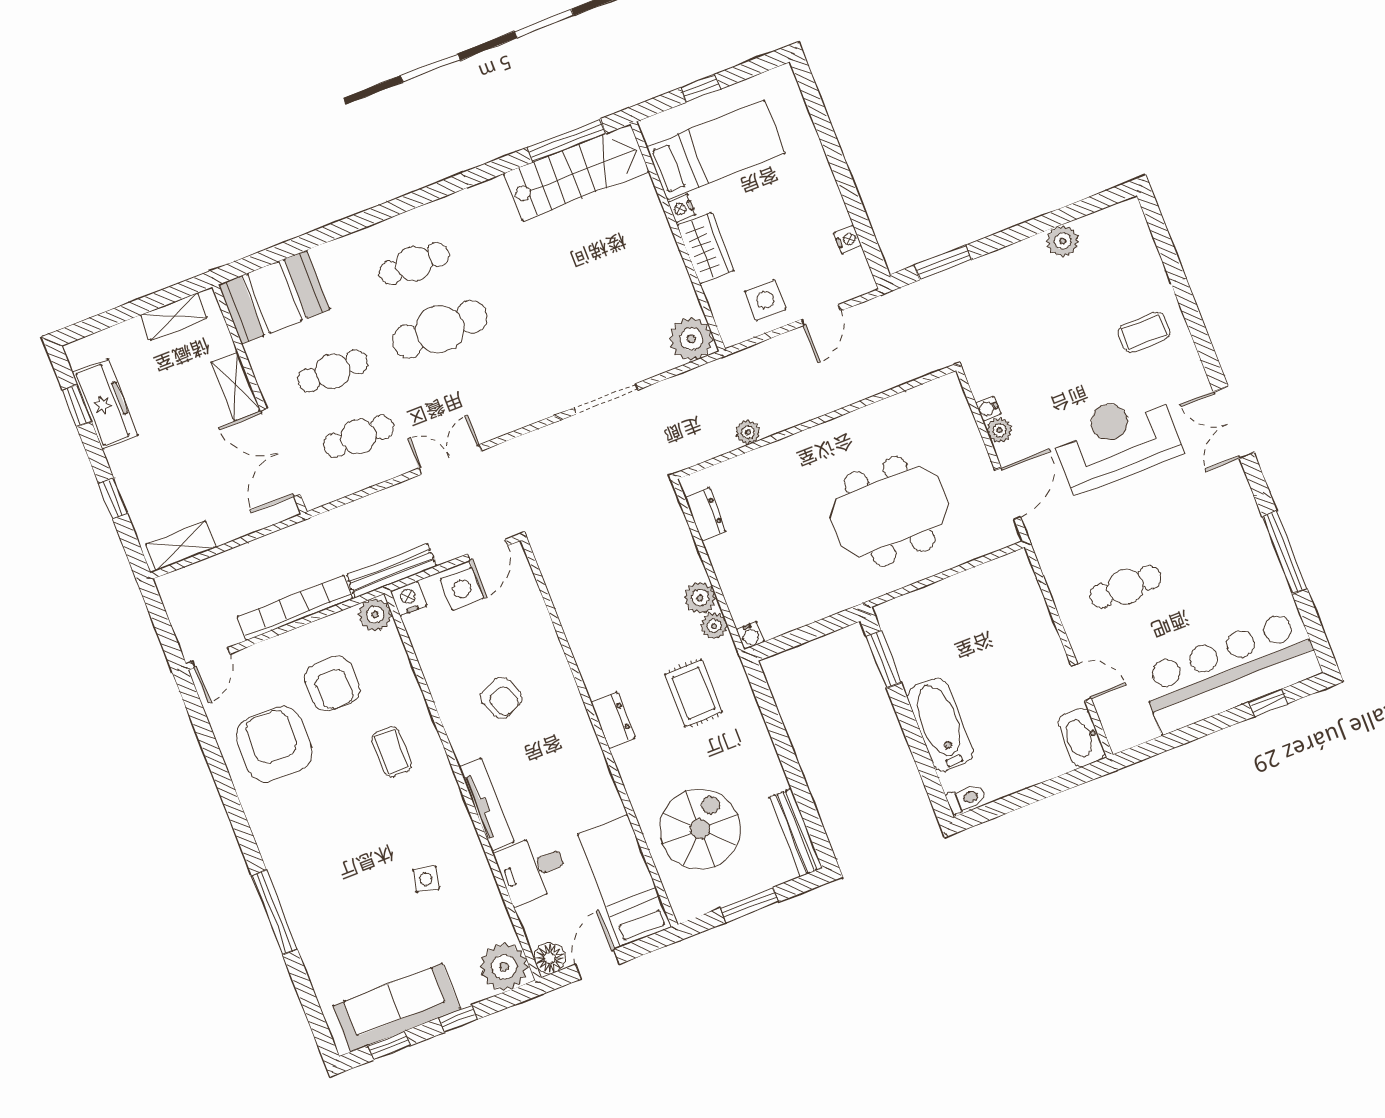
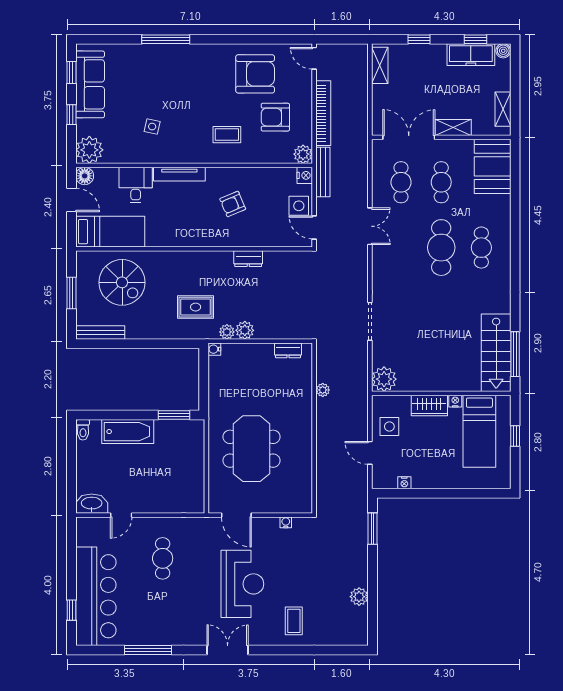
boiler: (78, 353) -> (503, 51), added
plant: (999, 430) -> (272, 524), removed
dresser: (613, 720) -> (248, 259), moved

